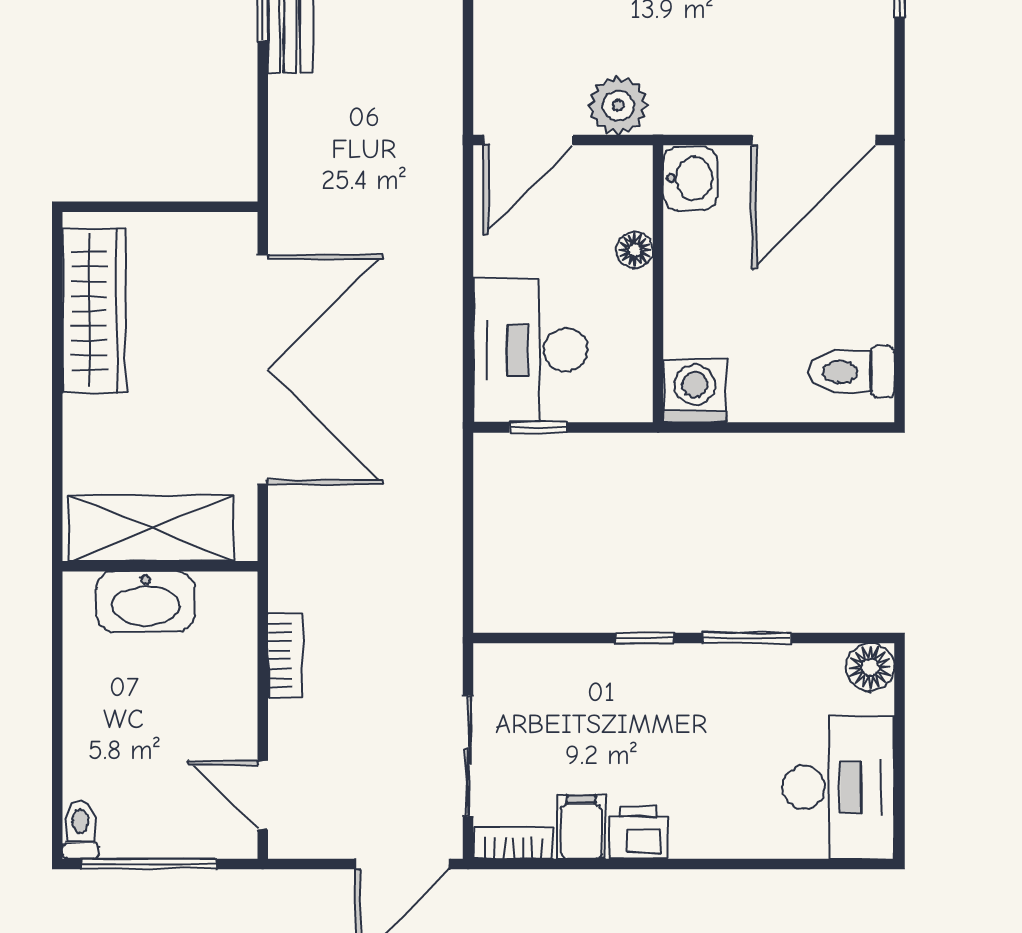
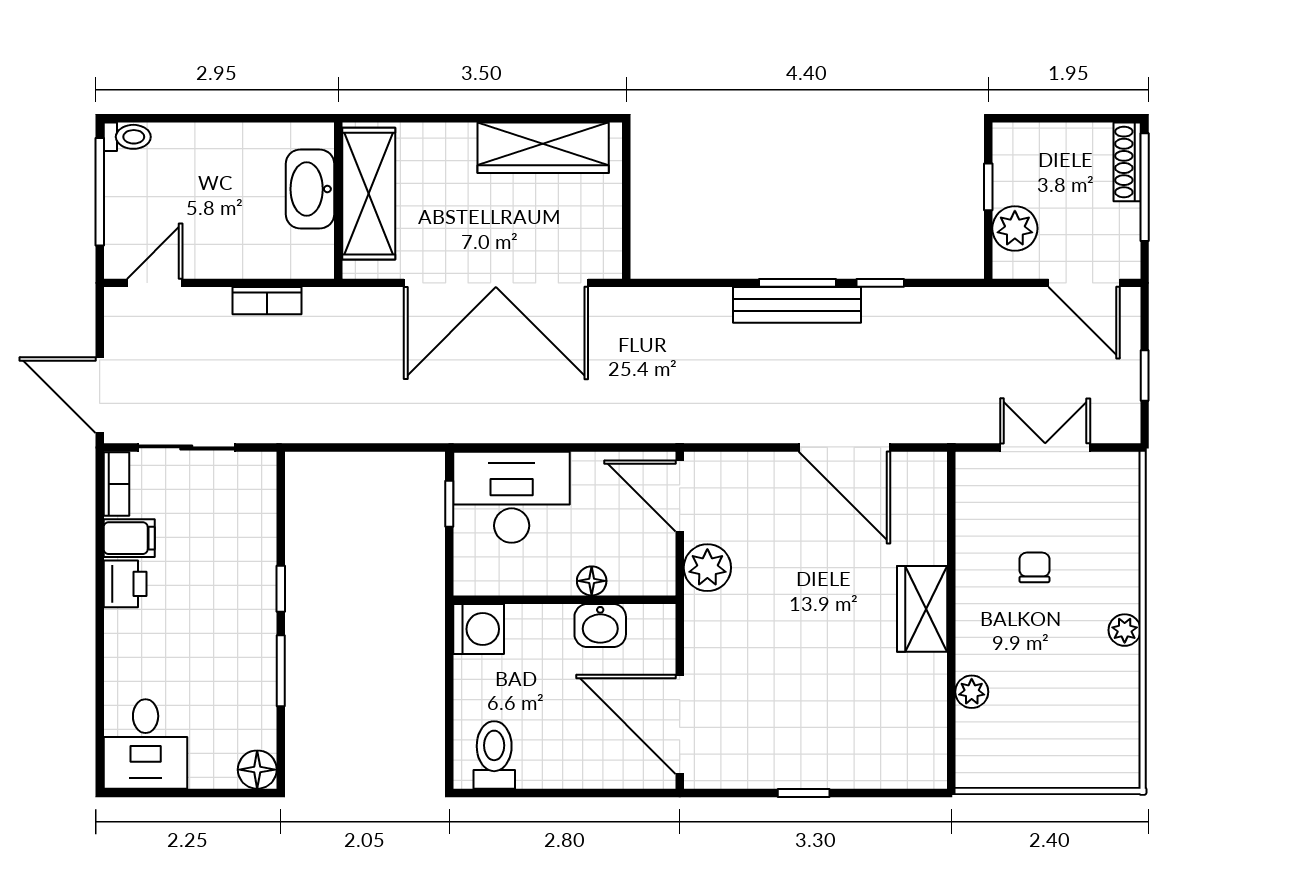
washbasin: (690, 178) -> (600, 625), moved
desk: (838, 787) -> (146, 744), width x0.73

